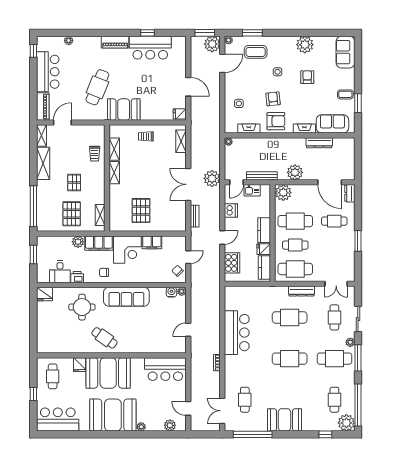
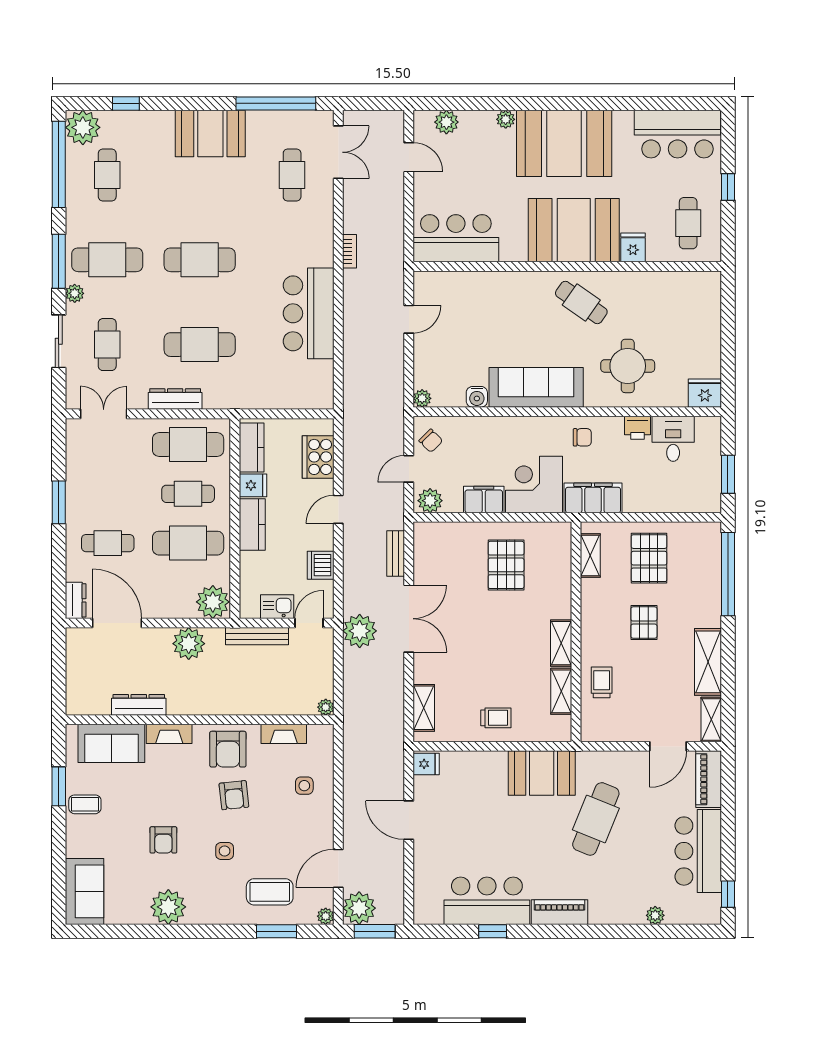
armchair: (276, 121) -> (228, 749), turned -90
plant: (78, 242) -> (430, 501), moved
water cooler: (171, 292) -> (477, 397), moved

